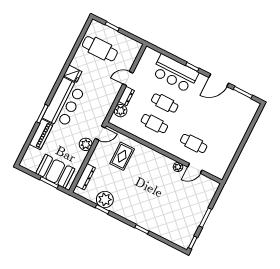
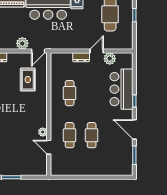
door: (128, 79) -> (97, 51), hinge flipped
cafe table: (165, 103) -> (92, 135), moved
plant: (121, 111) -> (110, 59), moved
door: (100, 133) -> (38, 51), hinge flipped
rug: (122, 156) -> (28, 80), turned 90

